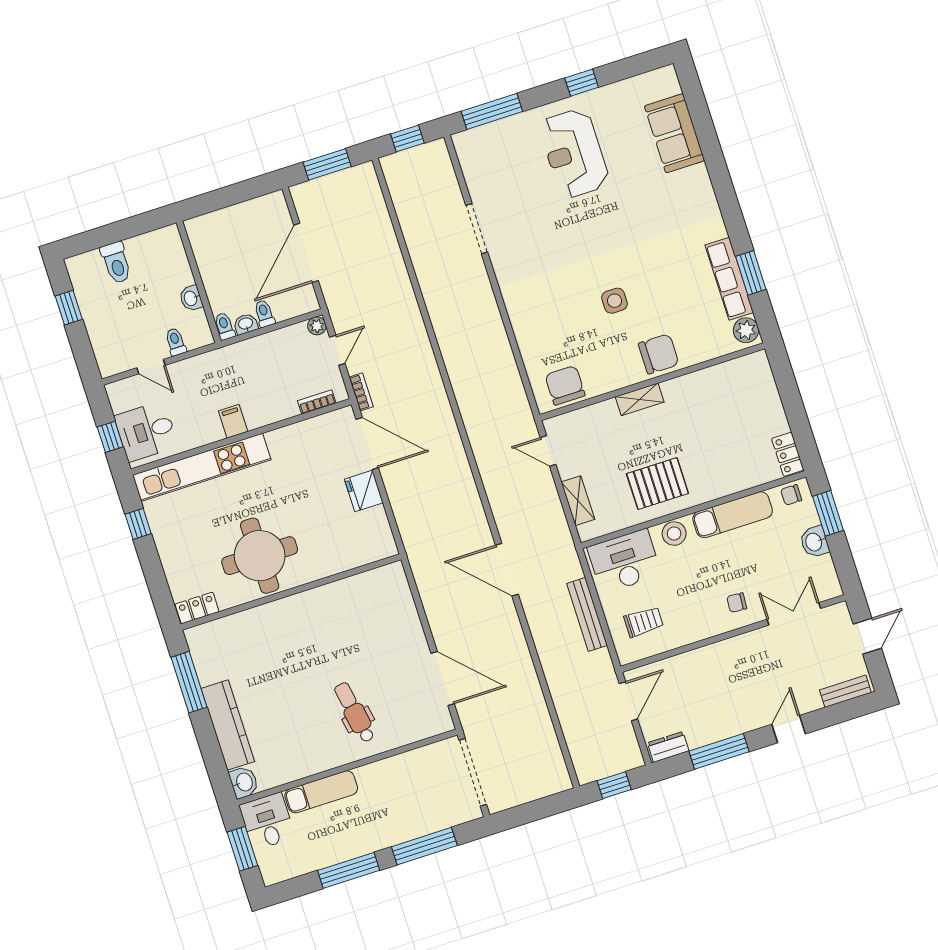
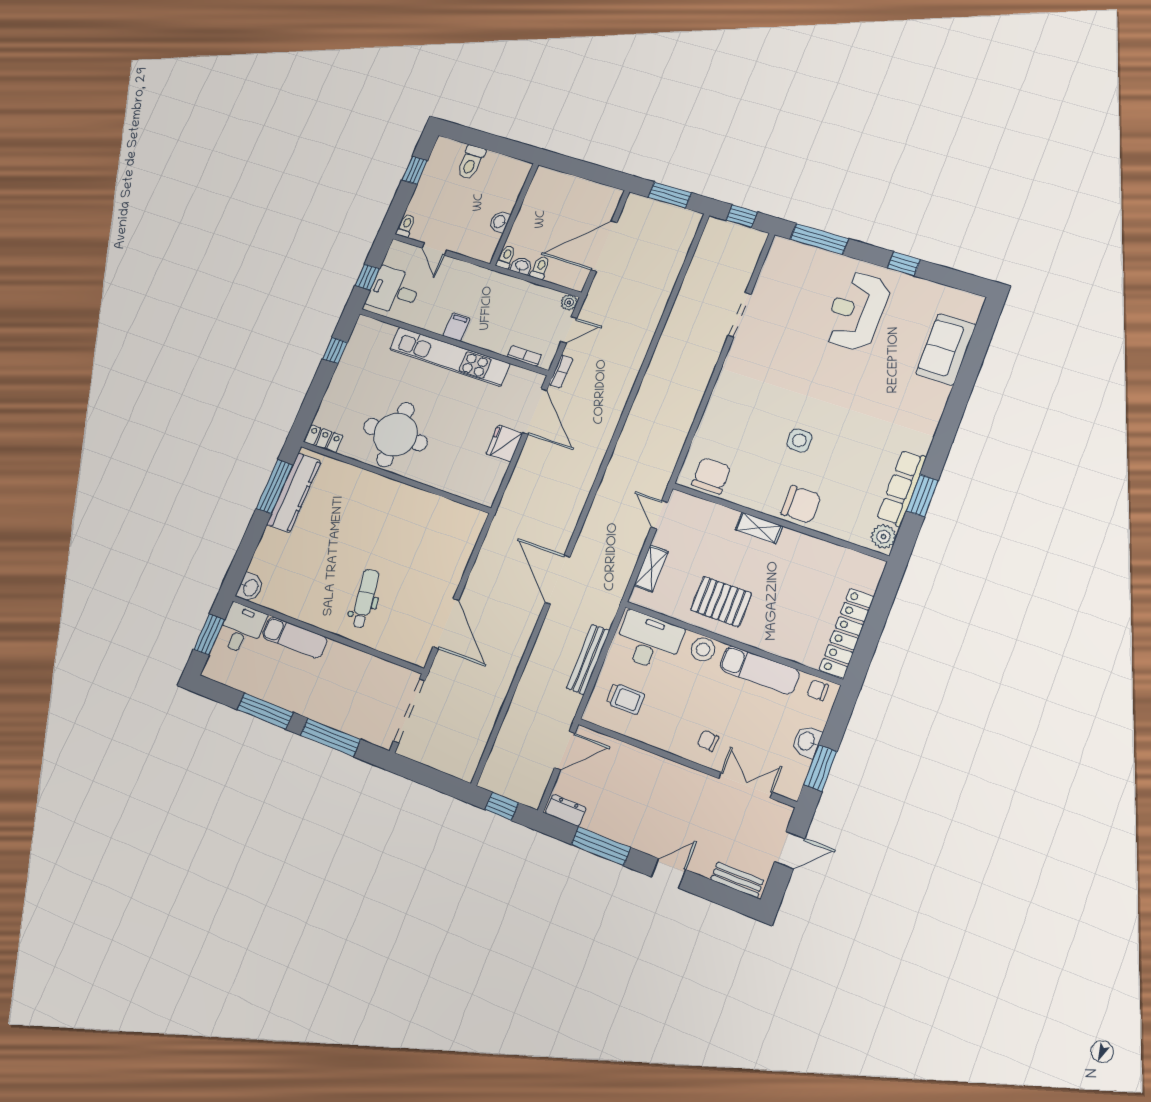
toilet: (176, 342) -> (406, 226), moved
locker: (788, 454) -> (847, 633), width x2.16, depth x1.21
kitchen unit: (202, 467) -> (449, 357), moved
window: (828, 513) -> (820, 768), moved
kitchen counter: (228, 725) -> (294, 493), moved

